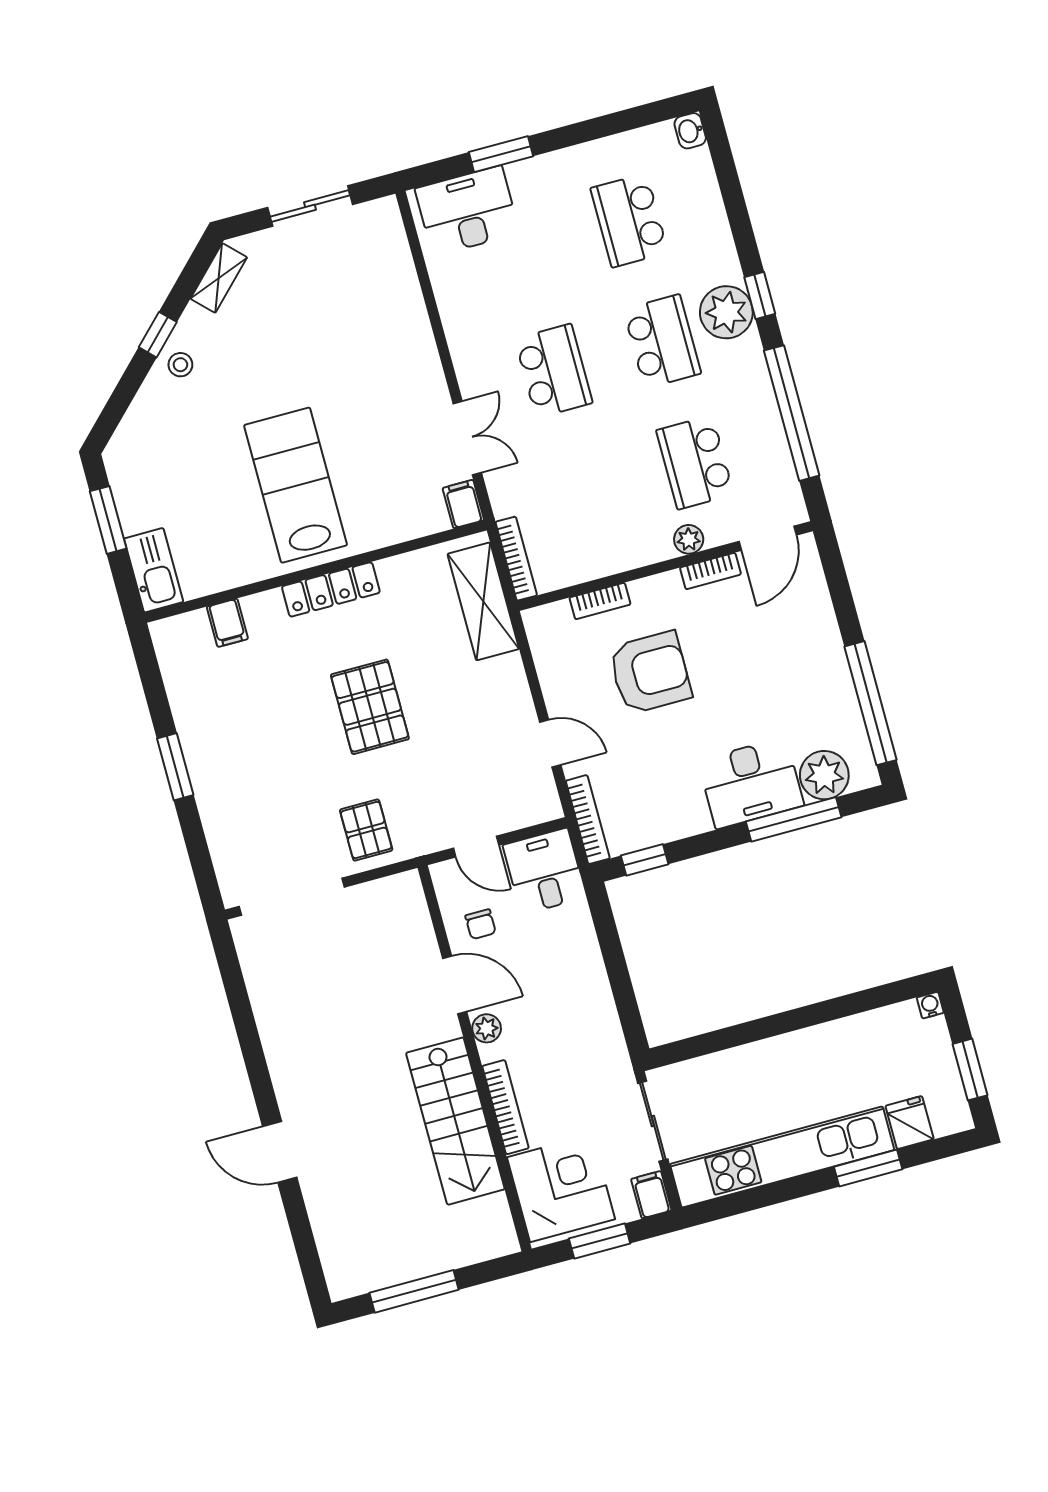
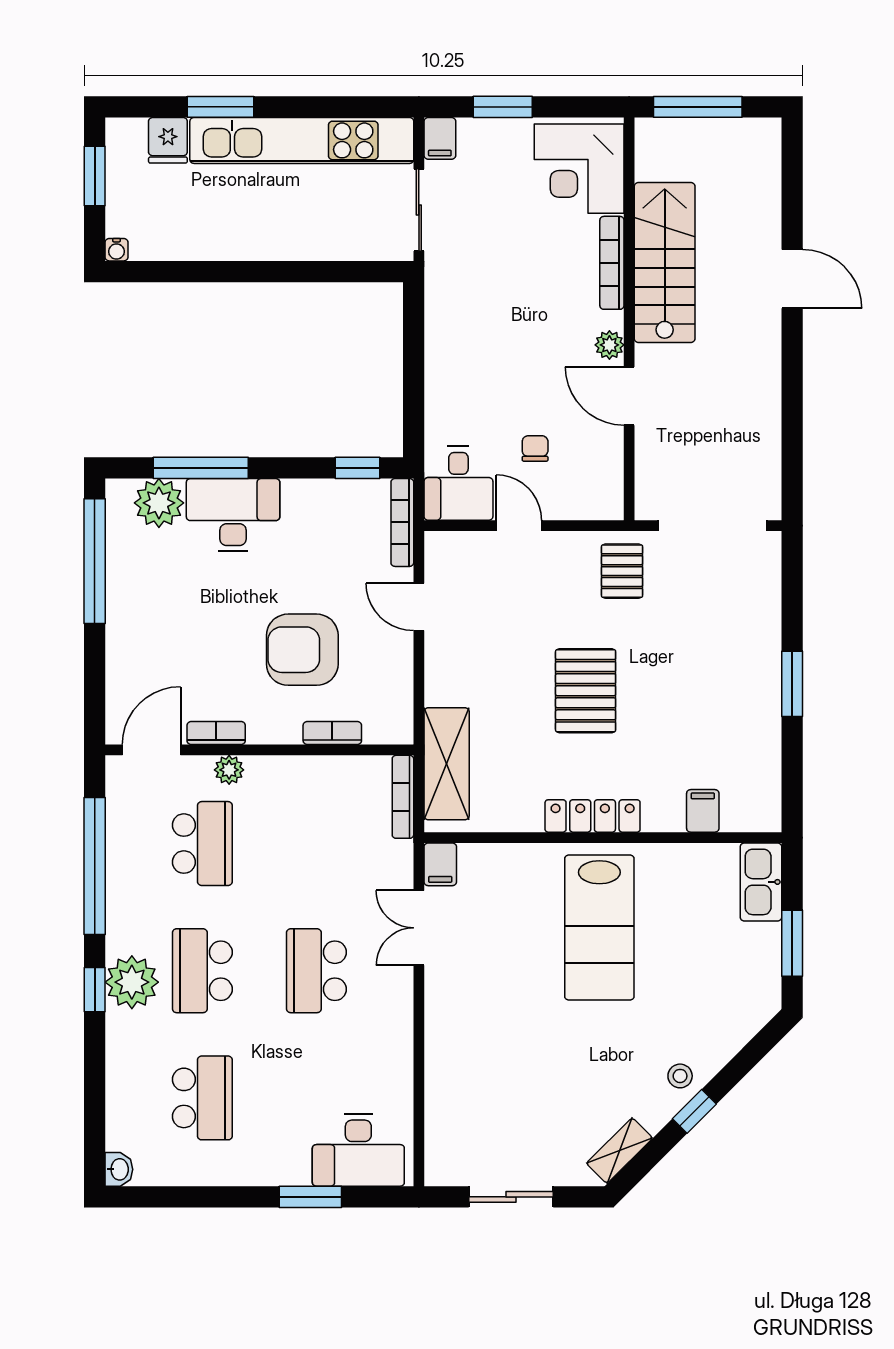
door: (455, 985) -> (629, 396), moved
plant: (487, 1028) -> (609, 345), moved
wall: (475, 1058) -> (629, 319), moved
bookcase: (505, 1107) -> (612, 263), moved
stairs: (455, 1121) -> (665, 263), moved
corner desk: (561, 1188) -> (579, 169), moved

